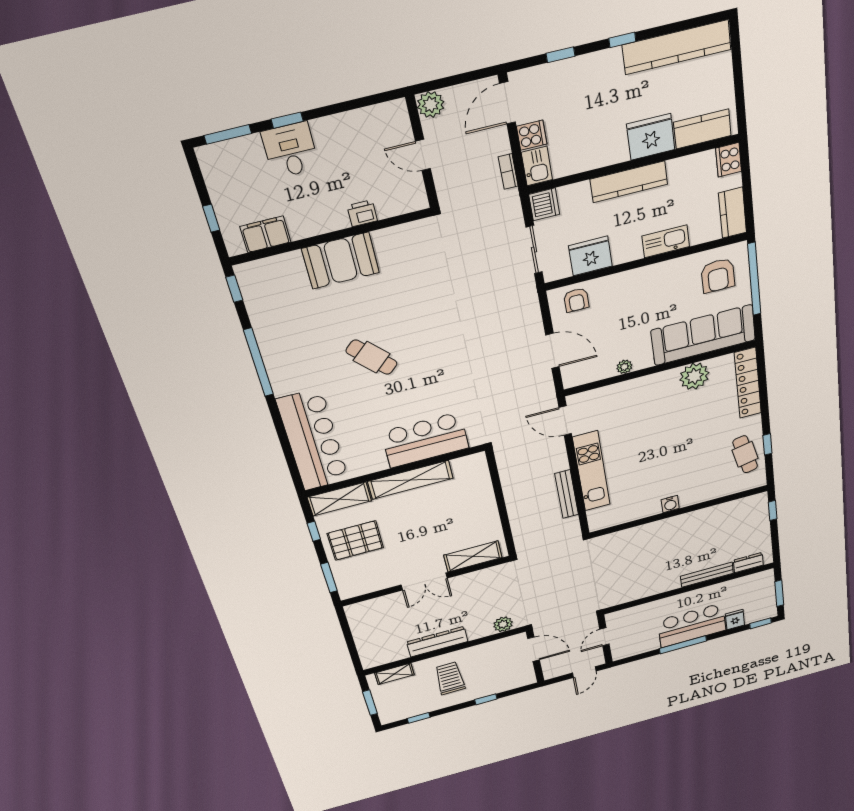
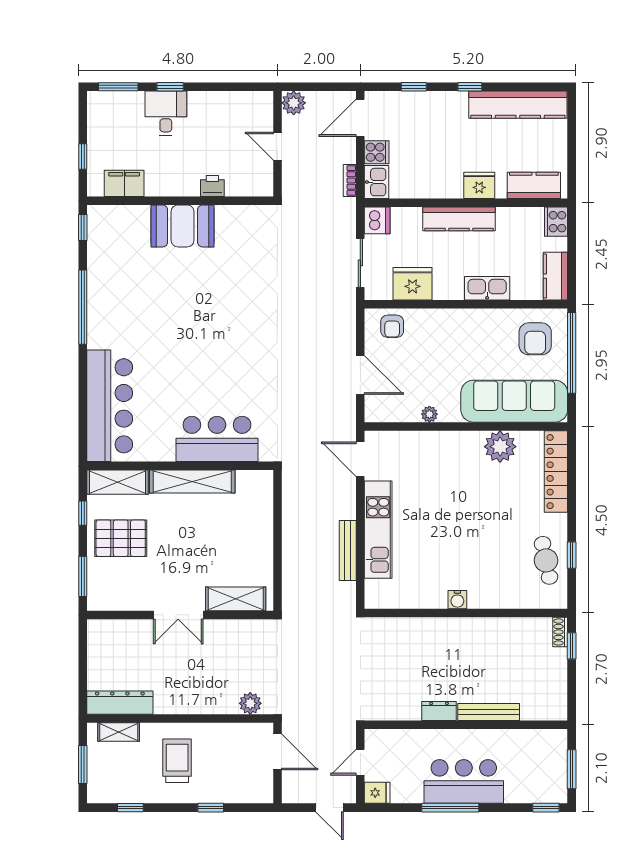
fridge: (651, 137) -> (479, 185), width x0.73, depth x0.75
cafe table: (372, 357) -> (187, 332), removed
shoe rack: (762, 503) -> (560, 632), added
dresser: (748, 563) -> (439, 711), moved
fridge: (735, 620) -> (377, 793), moved, turned 90
dresser: (437, 642) -> (120, 703), moved
door: (584, 672) -> (329, 808), hinge flipped

